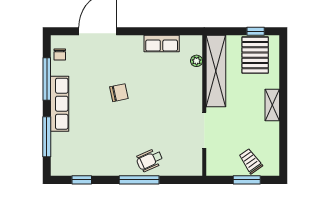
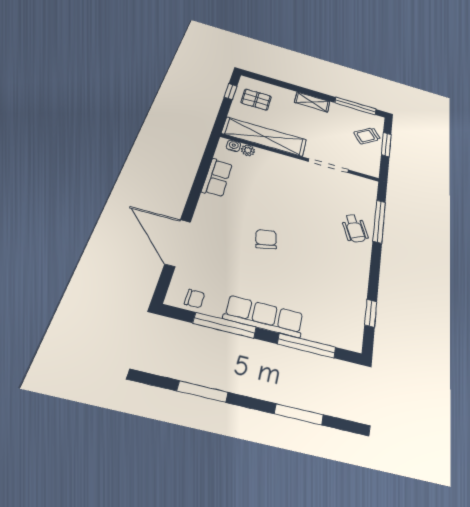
water cooler: (197, 48) -> (234, 146), added
pallet: (255, 55) -> (256, 100), width x0.67, depth x0.71
window: (283, 146) -> (355, 106), added
window: (139, 180) -> (379, 221), moved

